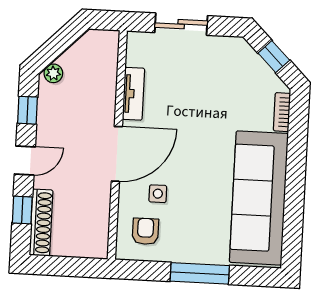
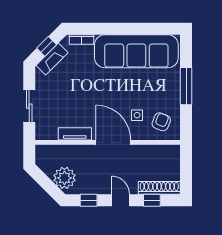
fireplace: (254, 64) -> (52, 59), added
plant: (53, 73) -> (64, 178), width x1.87, depth x1.87
armchair: (145, 231) -> (161, 122), turned 112

